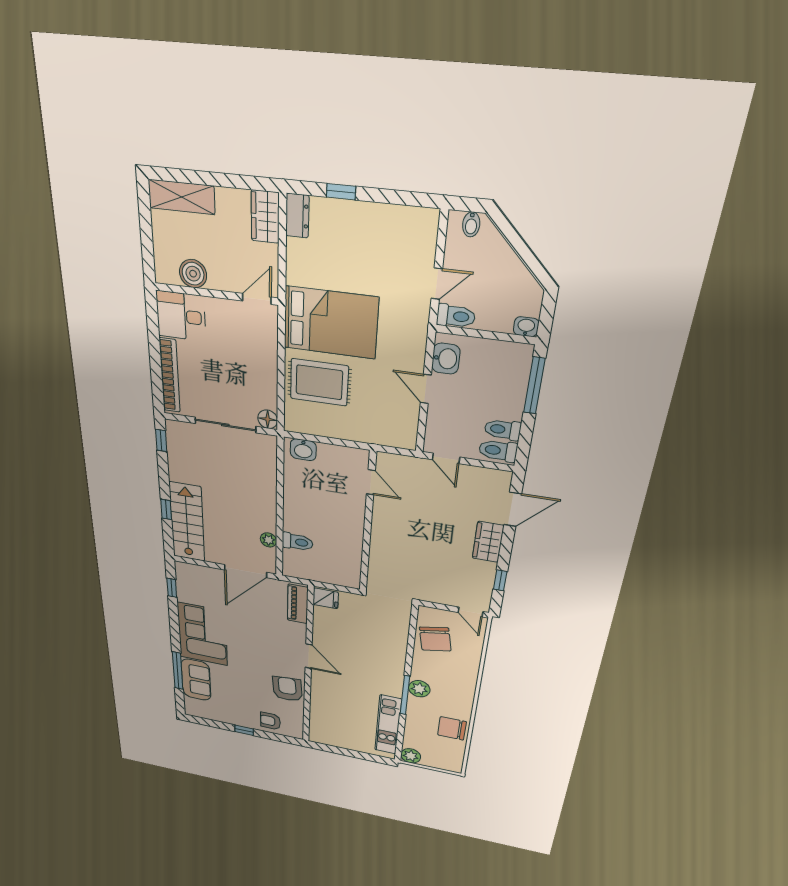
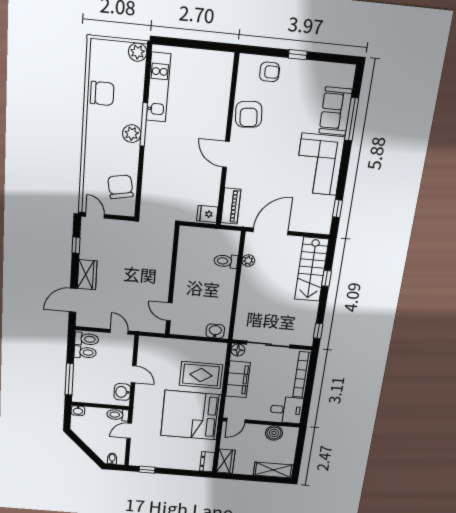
window: (341, 192) -> (147, 470), moved
bed: (330, 323) -> (191, 415), width x1.36
filing cabinet: (262, 372) -> (238, 379), added

